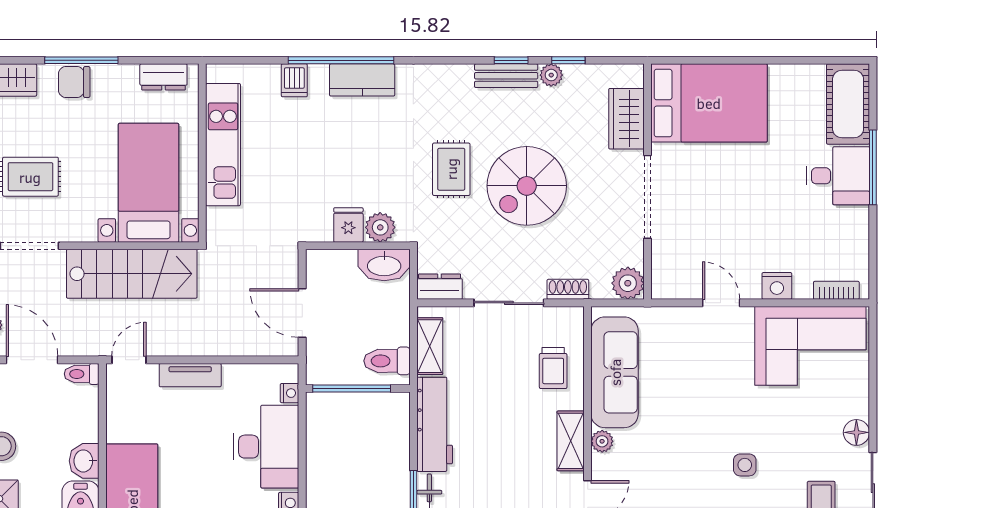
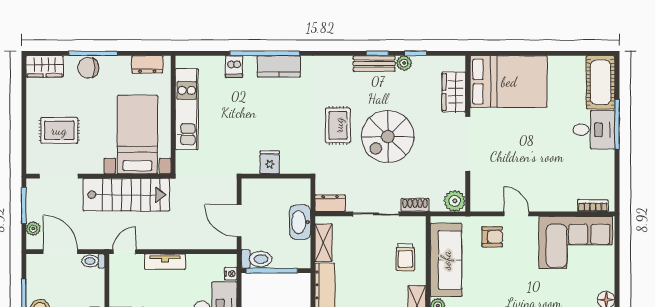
plant: (380, 227) -> (291, 164), removed
washbasin: (384, 265) -> (300, 222), moved, turned 90
nightstand: (777, 286) -> (553, 203), removed
armchair: (684, 337) -> (492, 237), added
toilet: (387, 361) -> (257, 259), moved, turned 180

